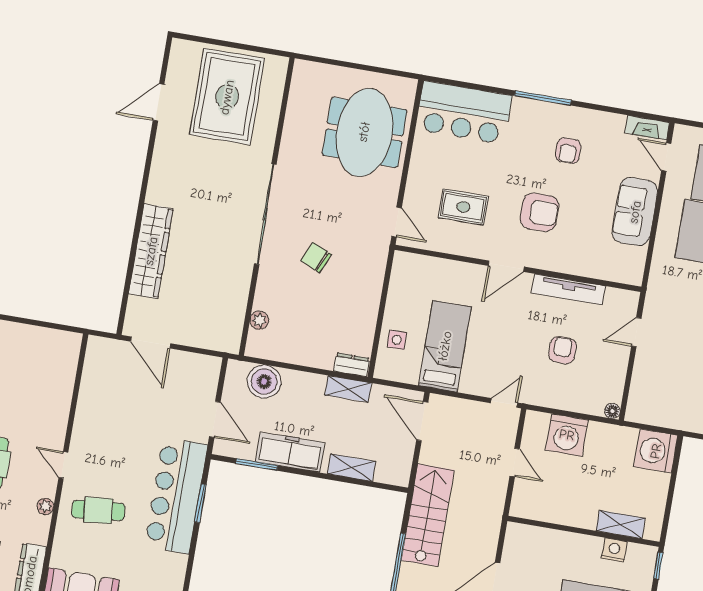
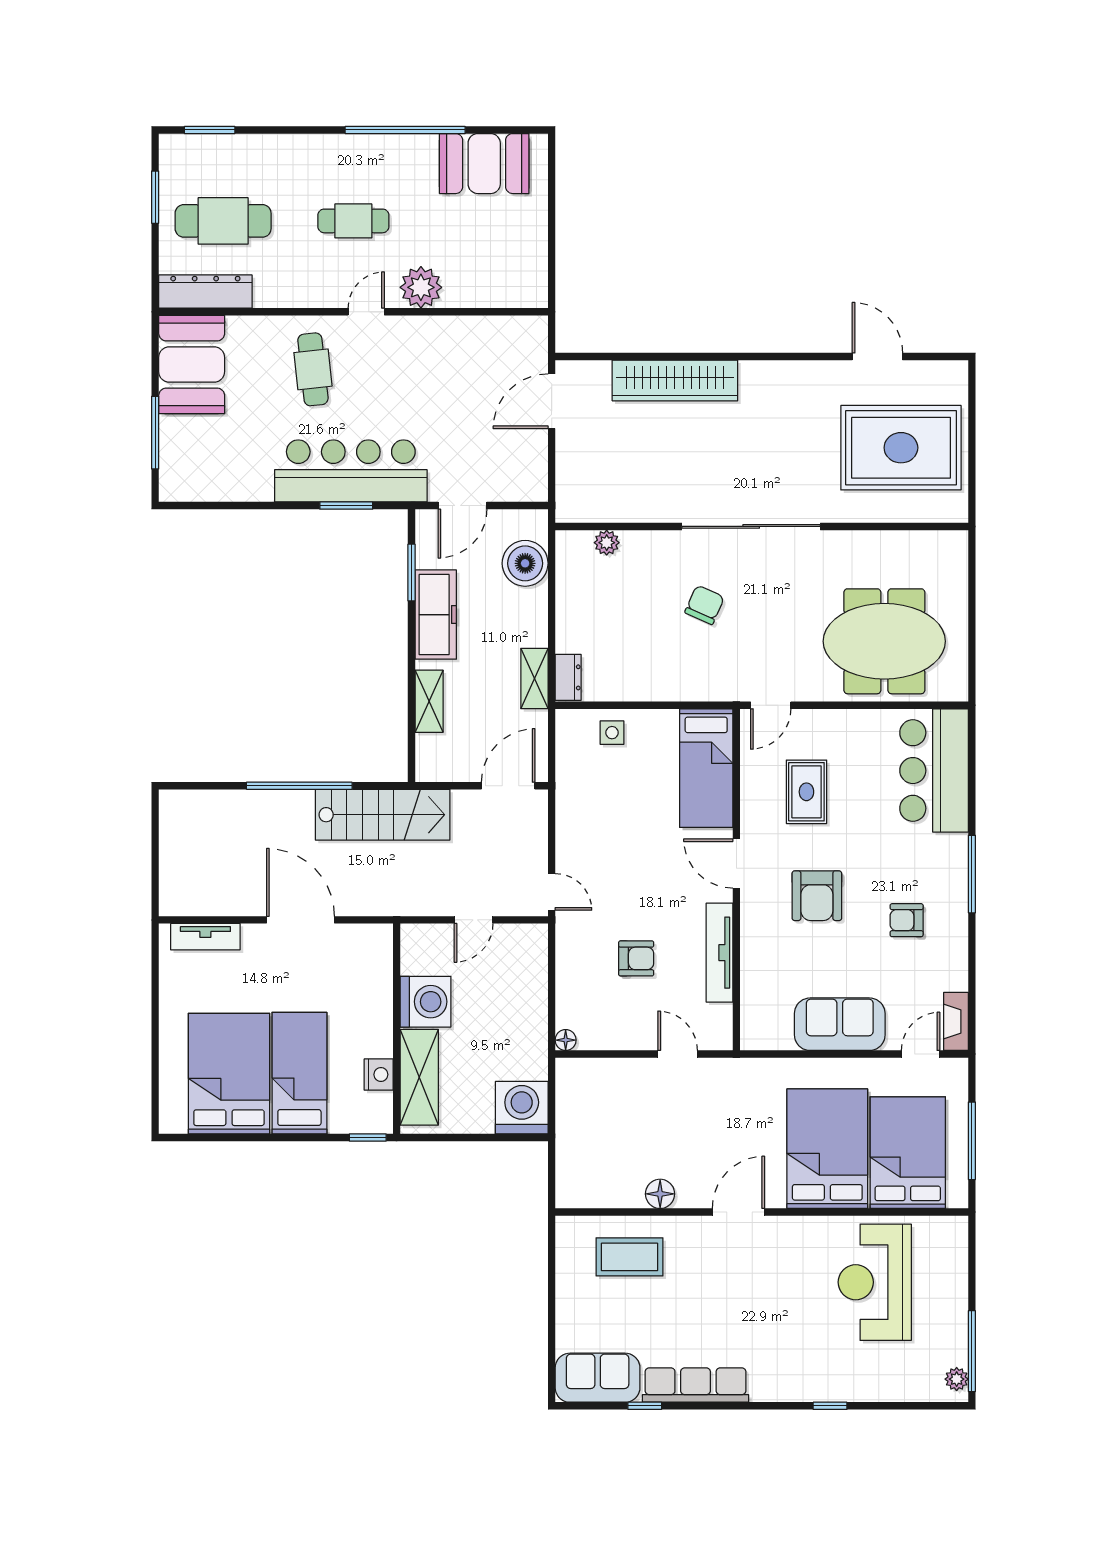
bed: (445, 346) -> (706, 768), moved, turned 90
washing machine: (567, 435) -> (426, 1002), moved, turned 180
plant: (45, 506) -> (421, 287), moved, width x1.87, depth x1.87
shelving: (621, 524) -> (419, 1077), width x1.50, depth x1.33

